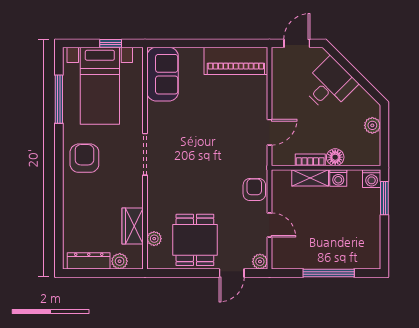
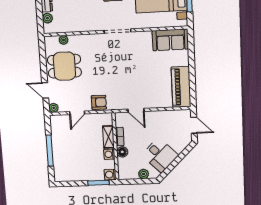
desk: (329, 85) -> (160, 155), moved
wardrobe: (133, 226) -> (71, 25), removed

